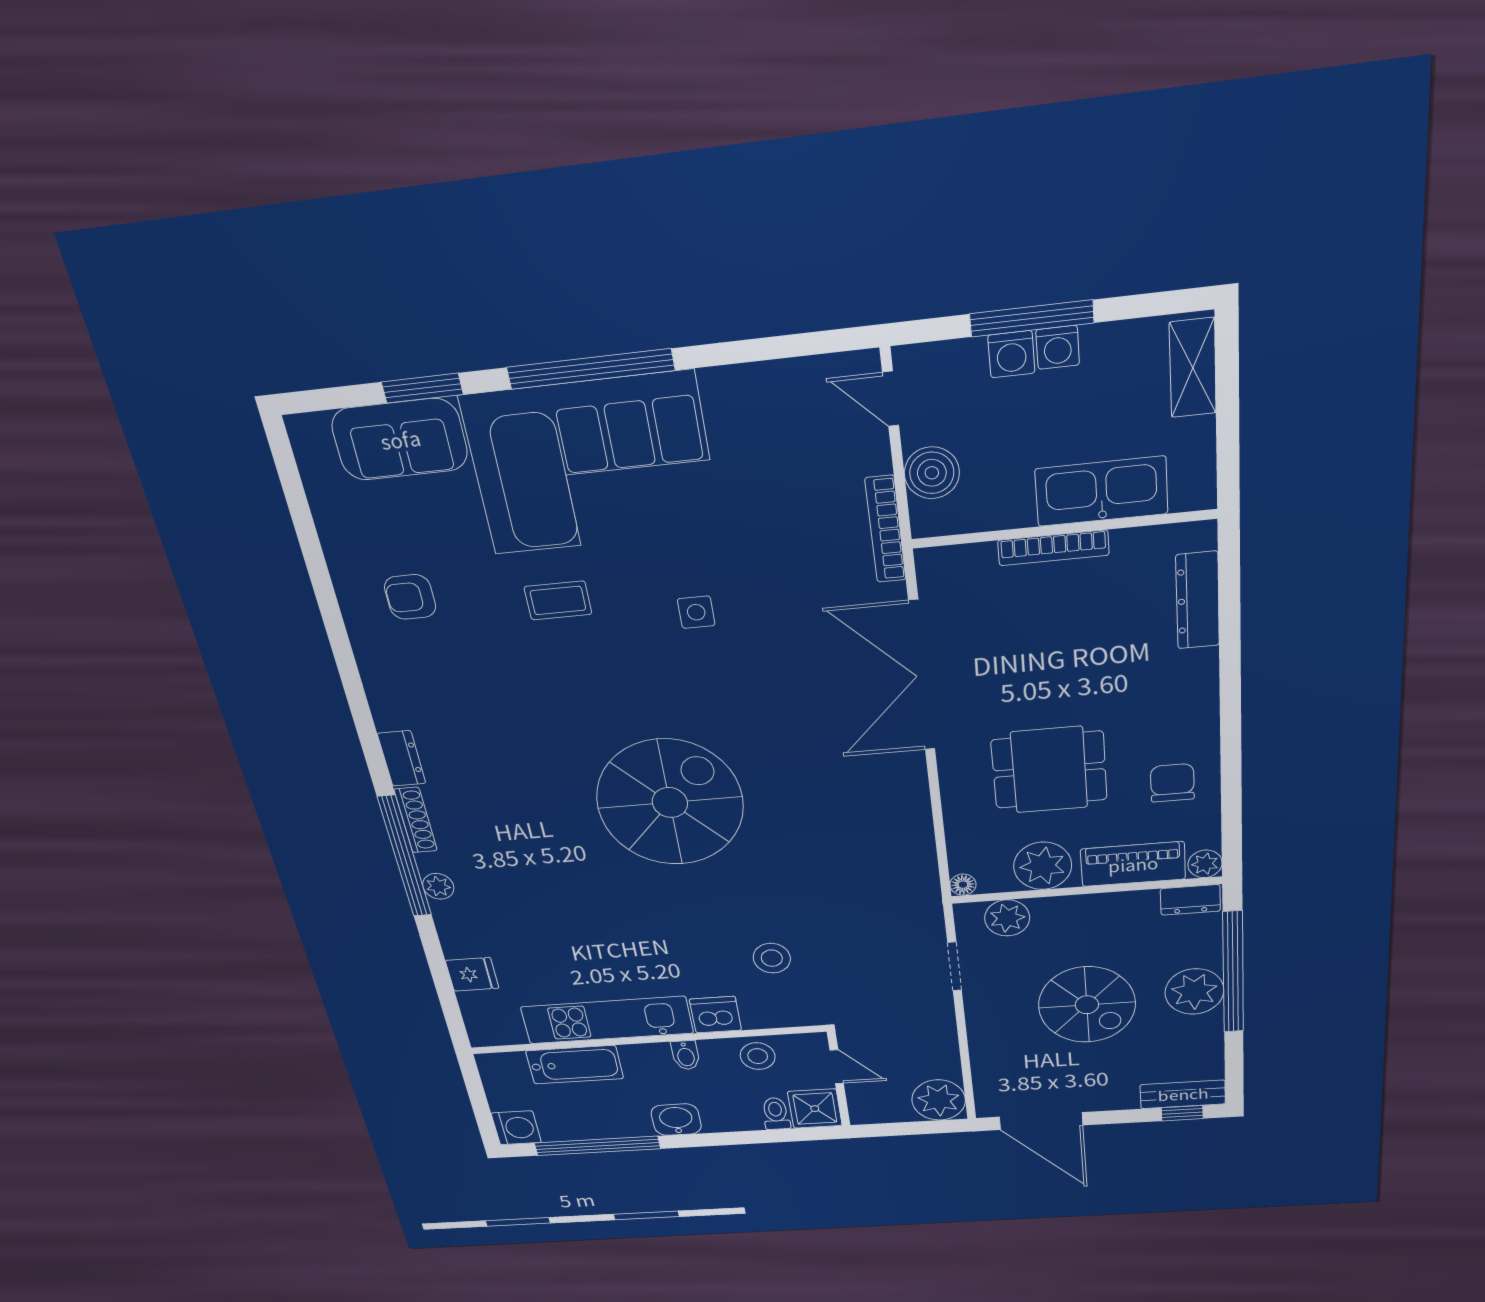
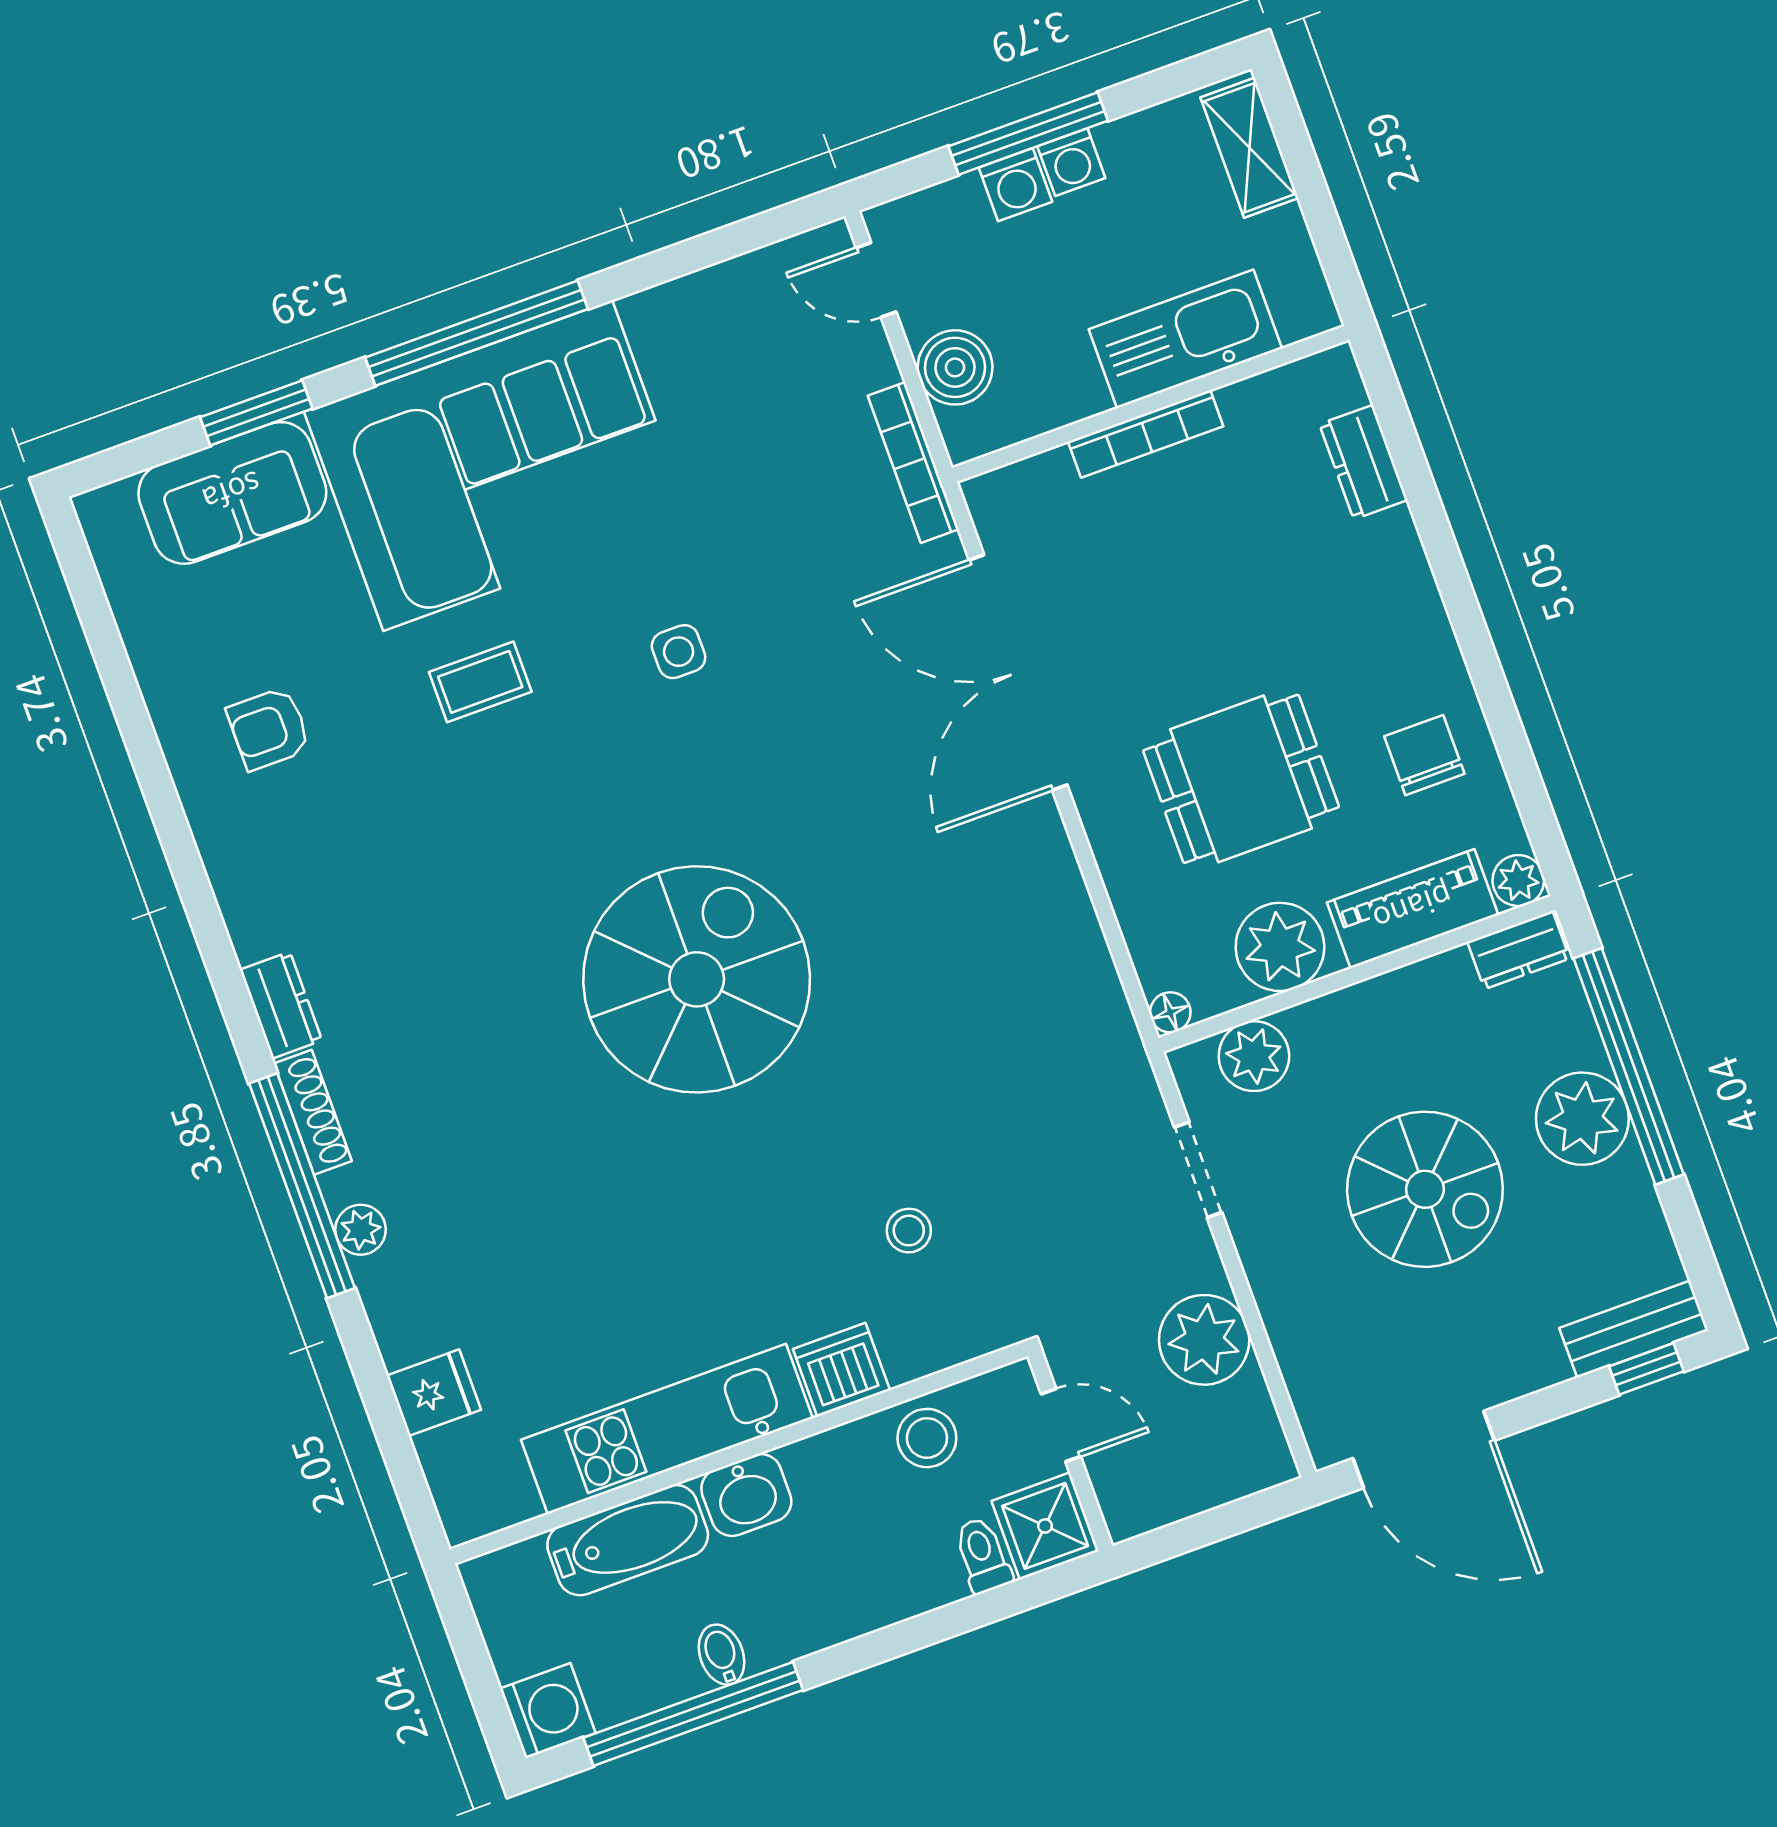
dresser: (1198, 600) -> (1363, 462), width x0.70
stool: (772, 958) -> (909, 1231), width x0.73, depth x0.73
bidet: (686, 1055) -> (722, 1655), moved, turned 180
plant: (939, 1100) -> (1204, 1340), moved
washbasin: (676, 1120) -> (746, 1495), moved, turned 180

